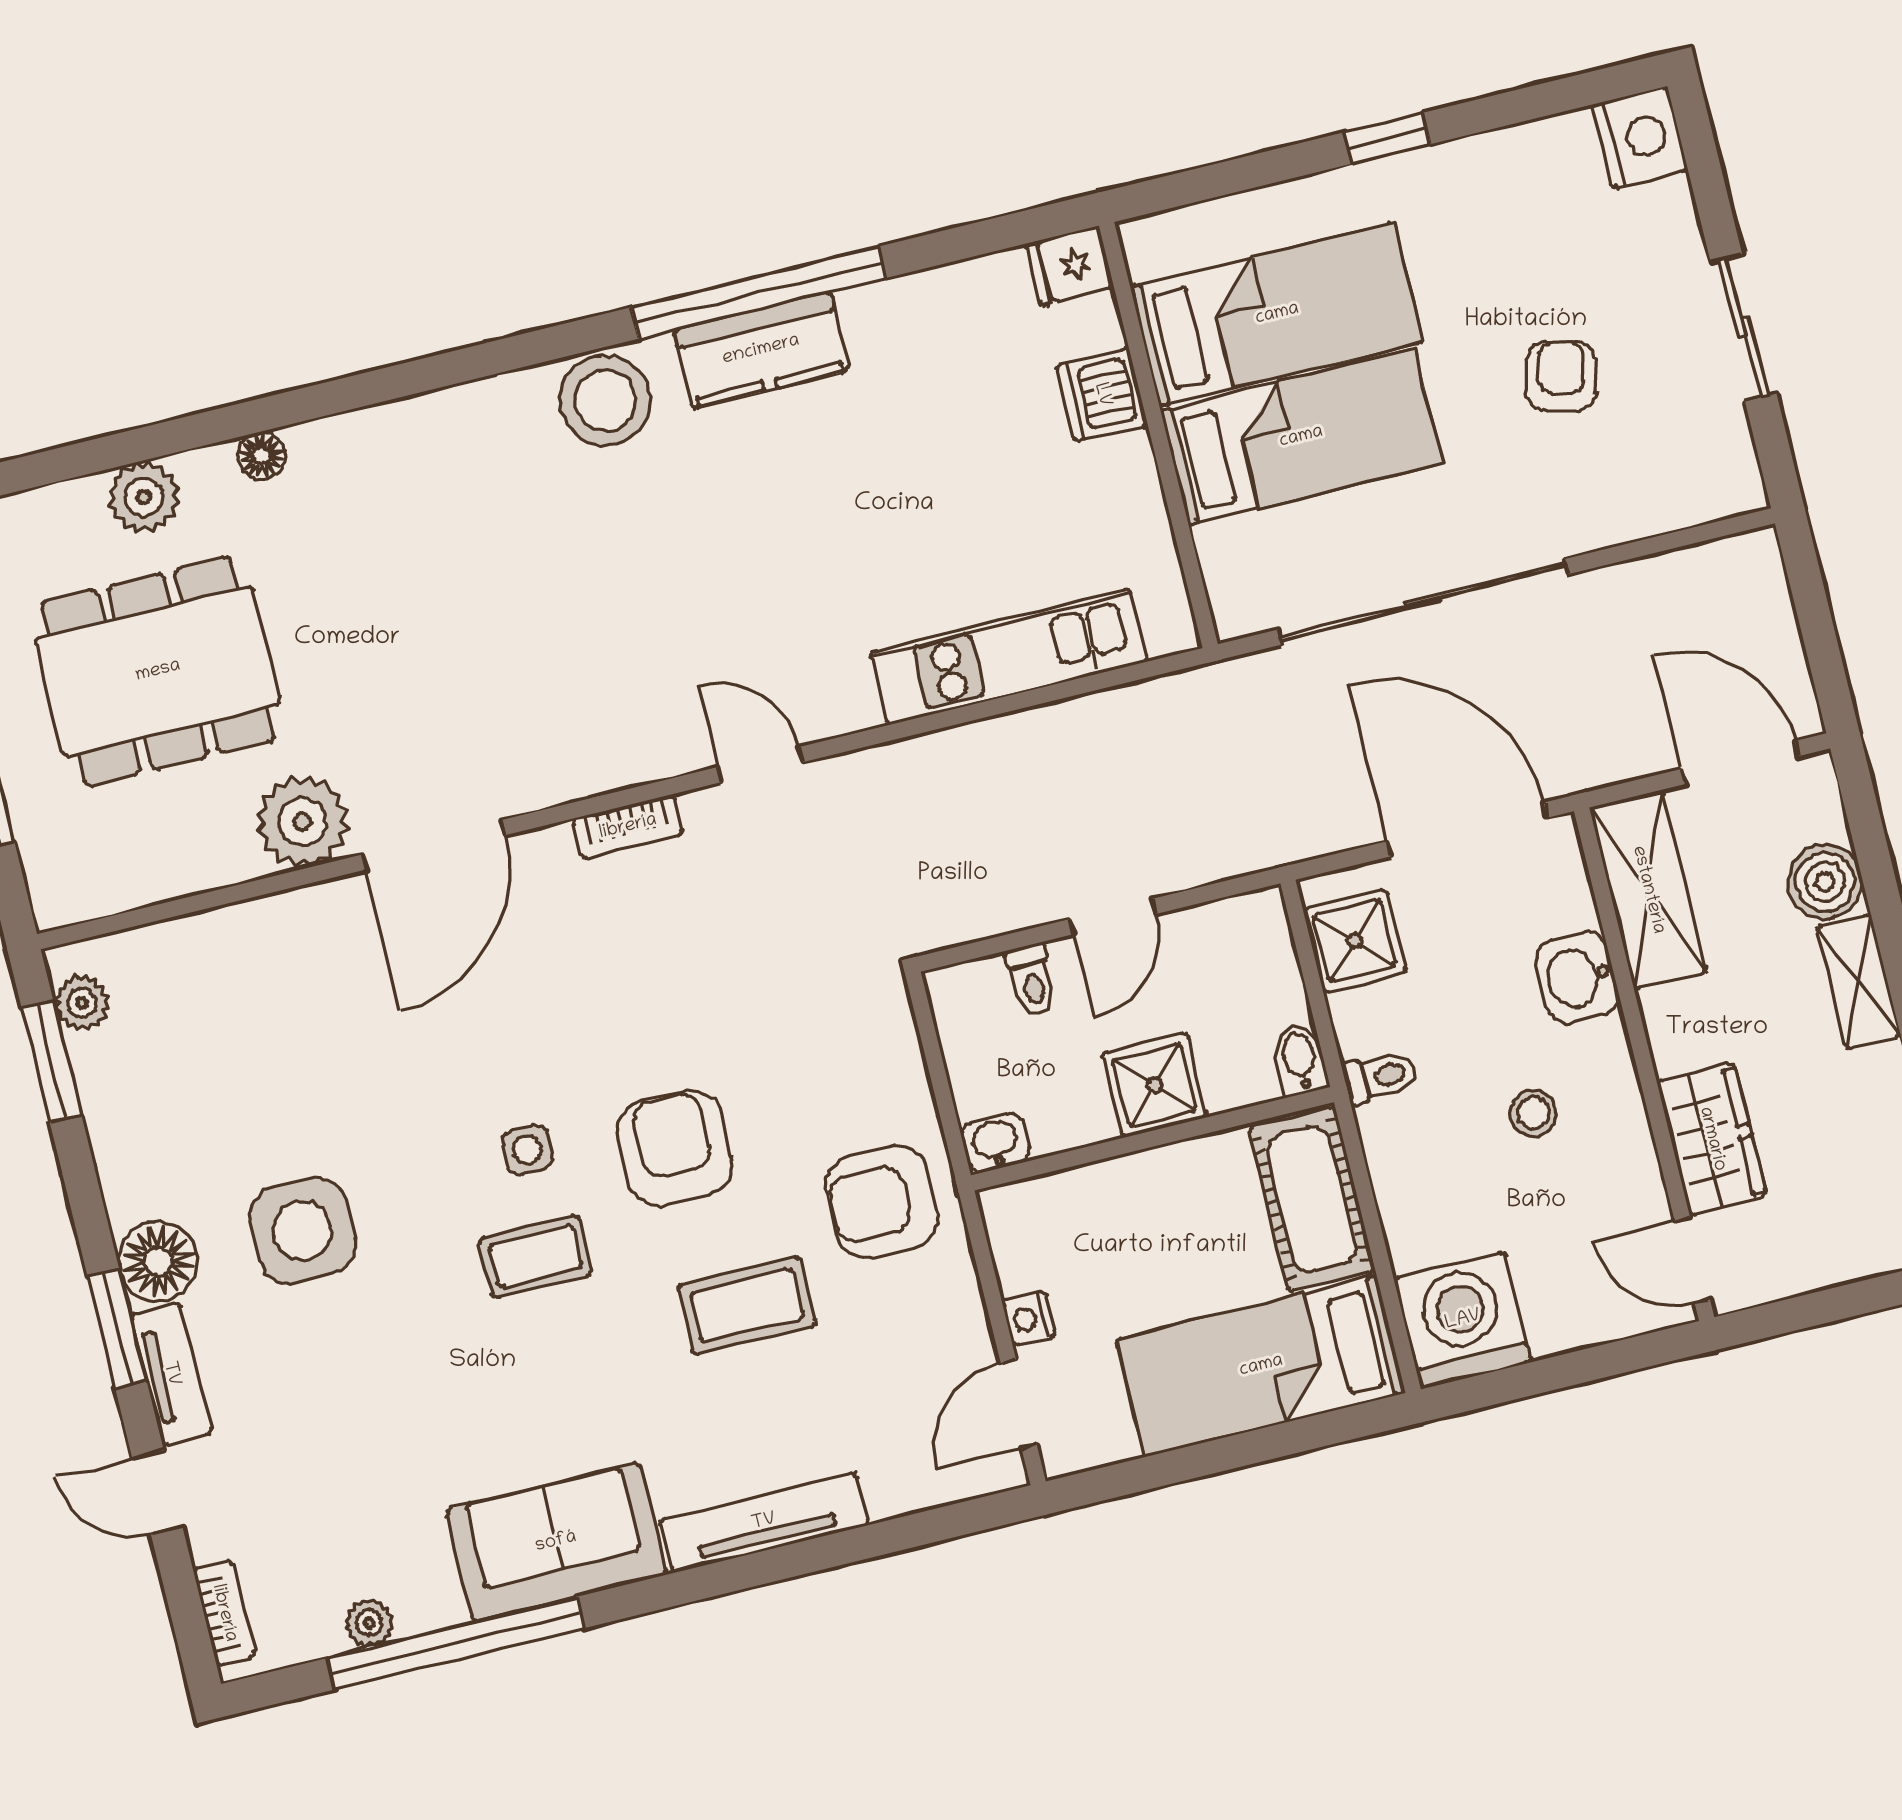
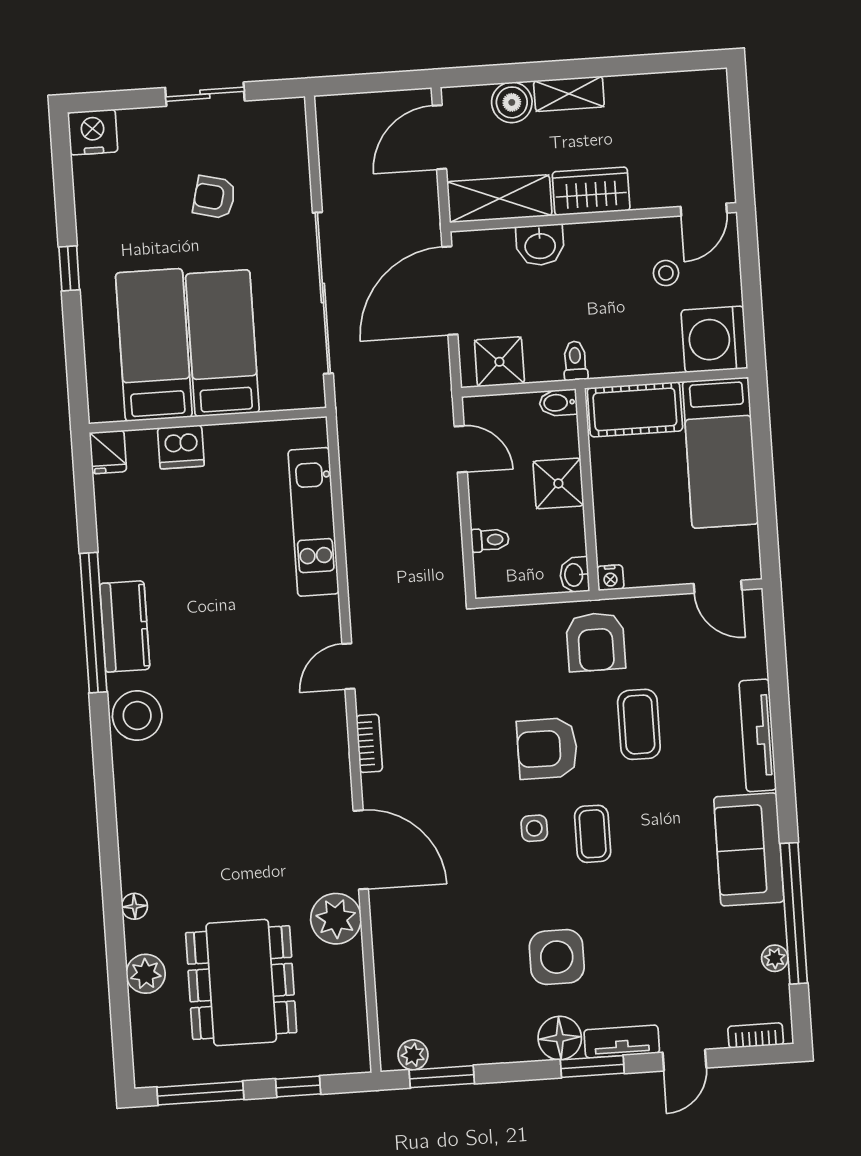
door: (1113, 916) -> (461, 449), moved
stool: (1533, 1113) -> (666, 273), moved
wardrobe: (1712, 1139) -> (591, 191), moved
nightstand: (1029, 1318) -> (610, 578), moved

